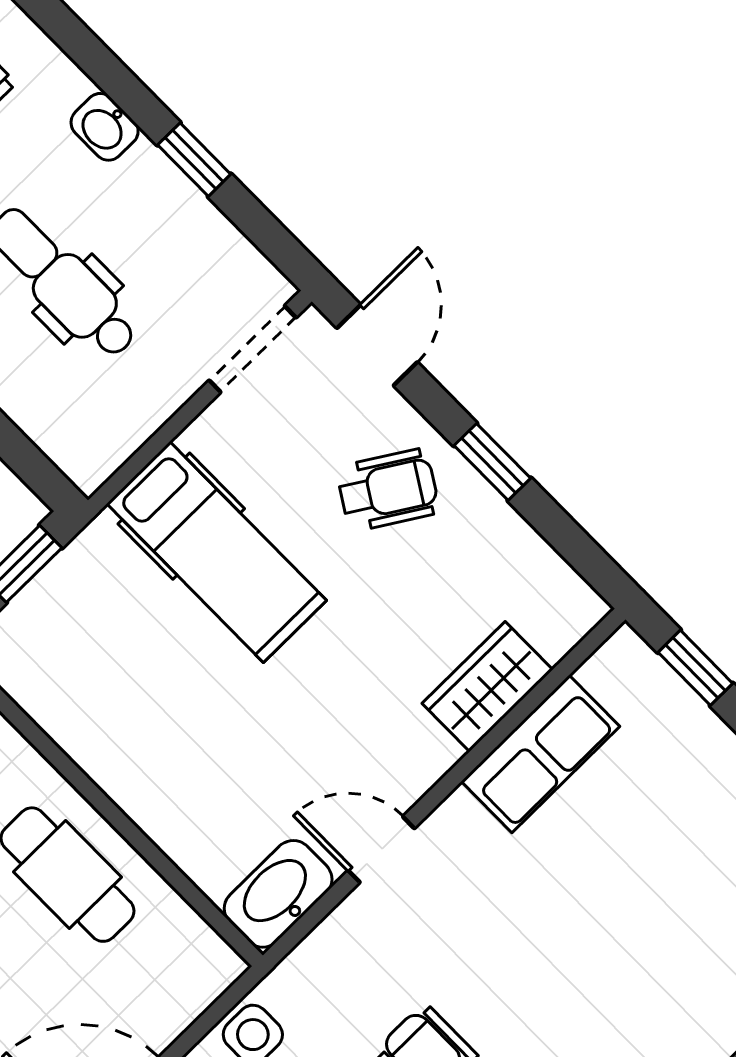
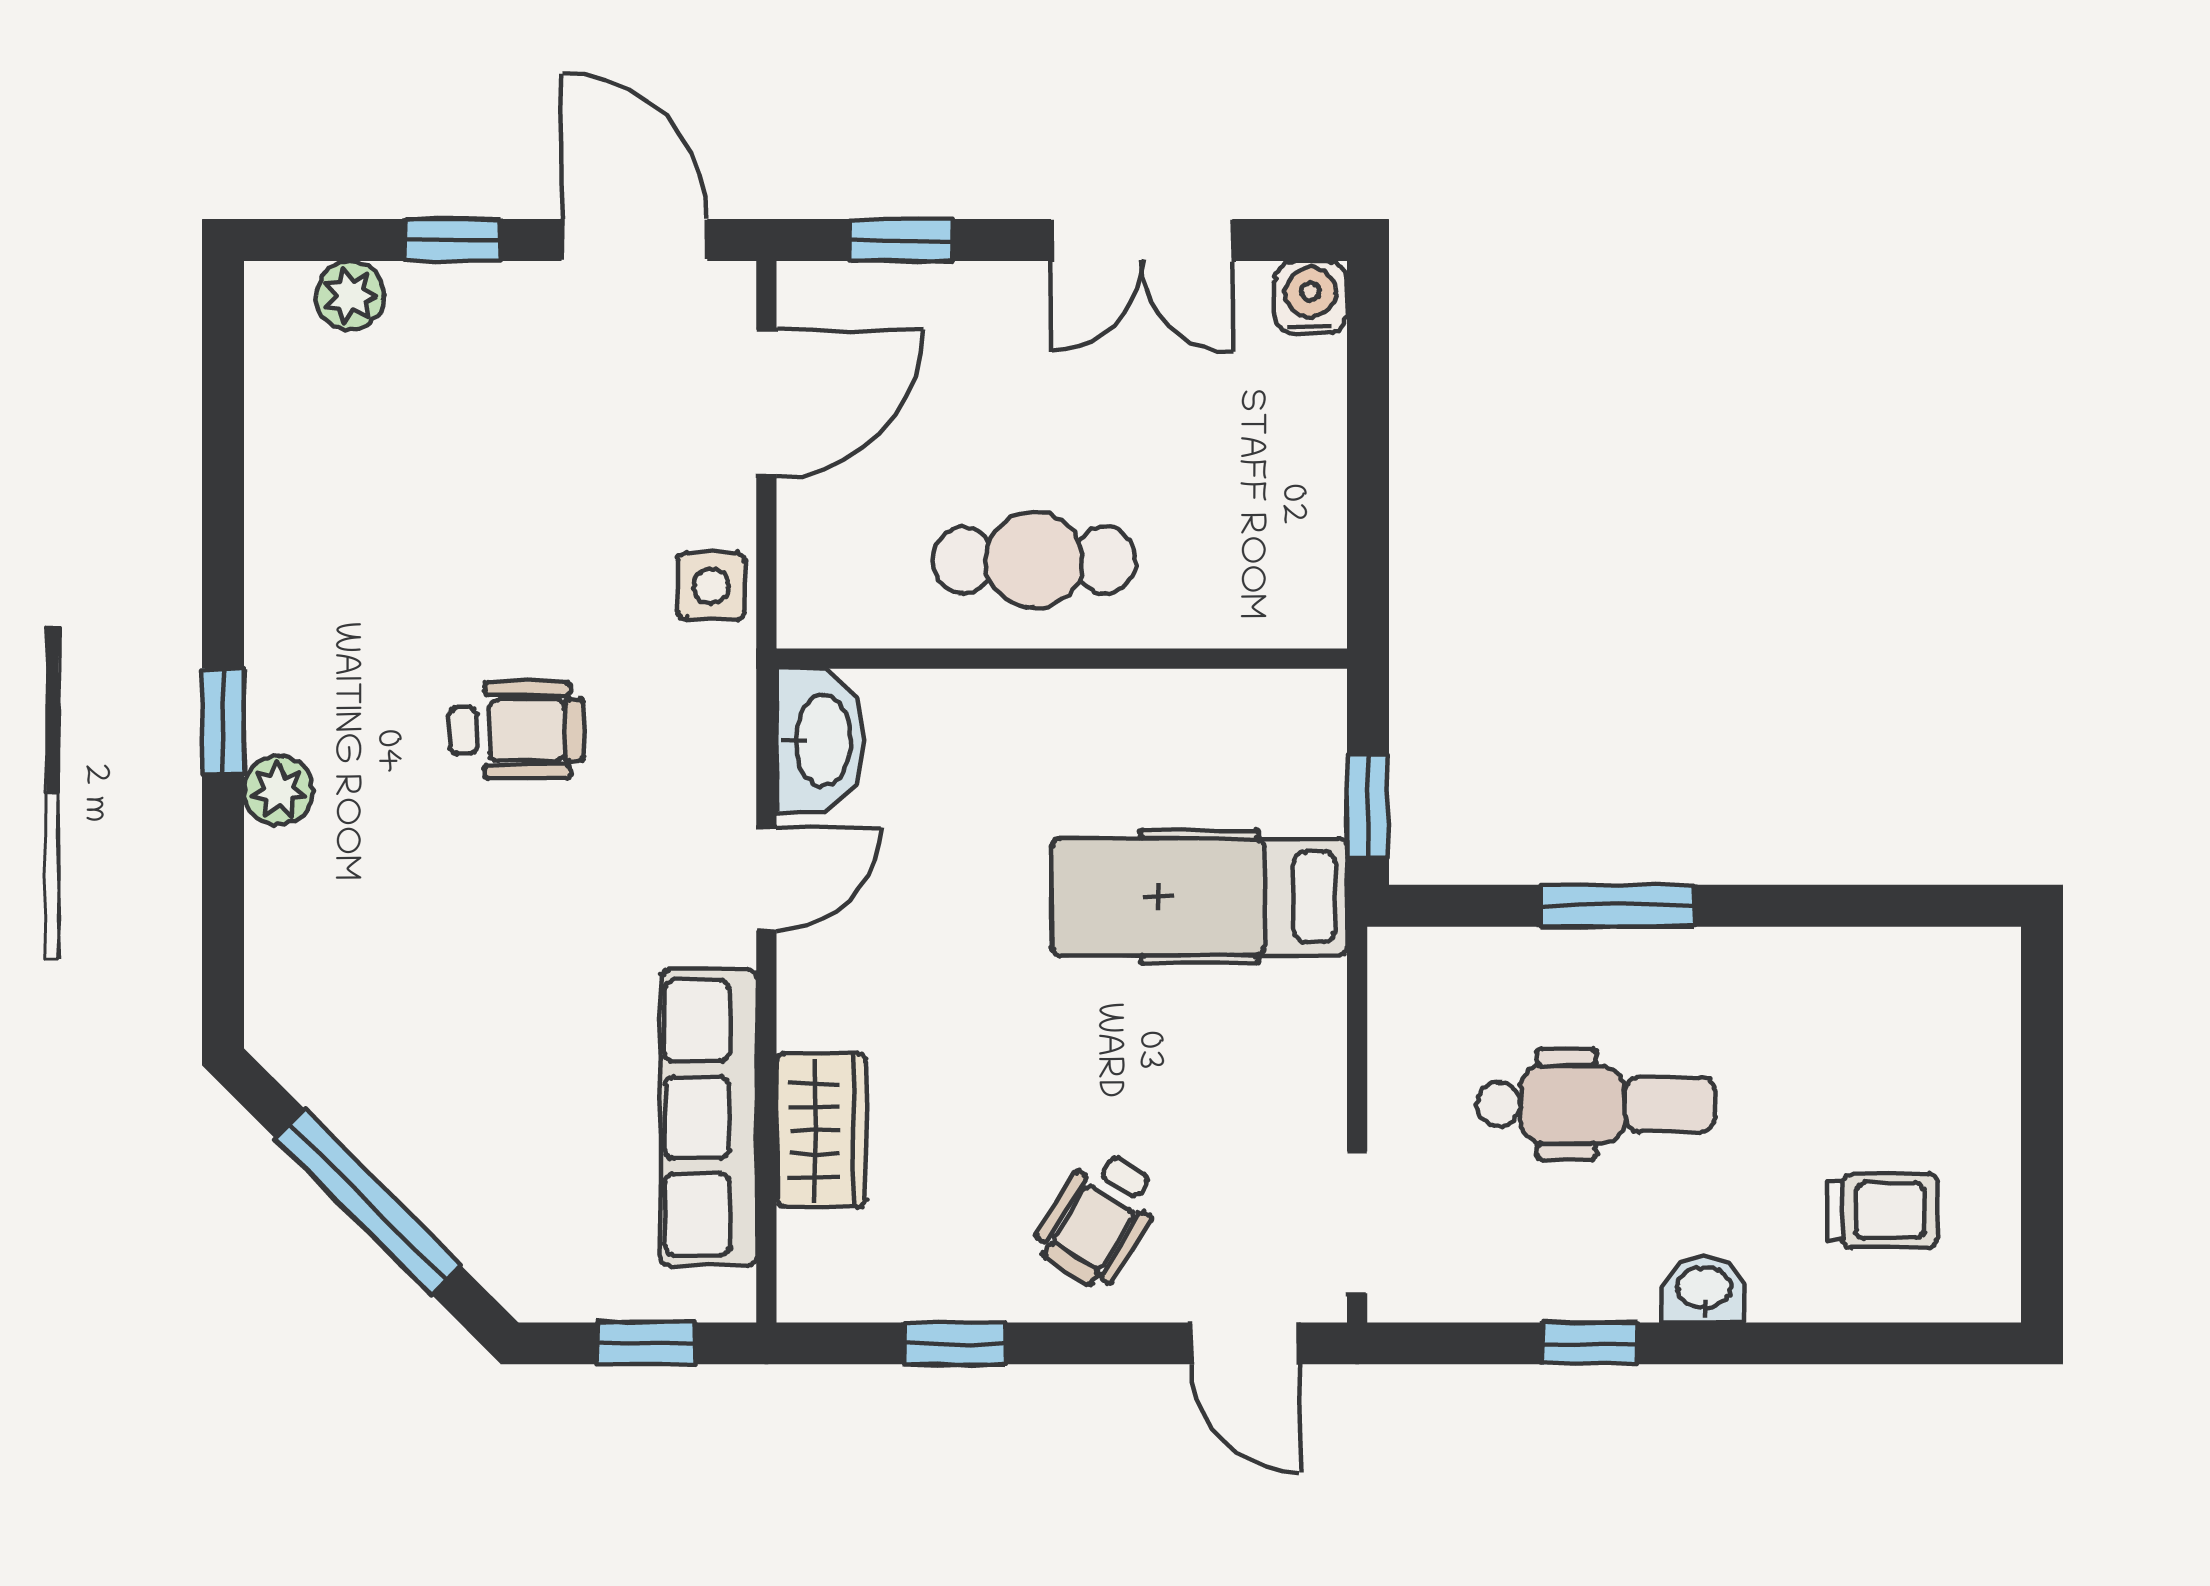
window: (492, 462) -> (955, 1343), moved
hospital bed: (217, 552) -> (1200, 897), moved
row of seats: (540, 754) -> (708, 1118), width x1.48

